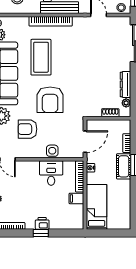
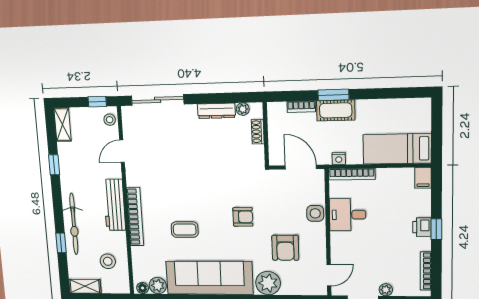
coffee table: (41, 57) -> (185, 230), width x0.54, depth x0.58
armchair: (50, 100) -> (243, 217), width x0.53, depth x0.53
filing cabinet: (76, 198) -> (423, 178), moved

